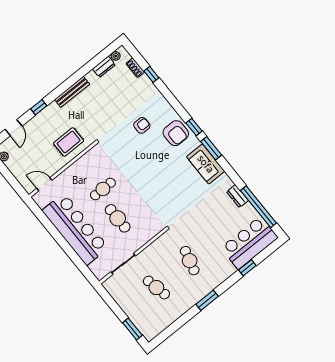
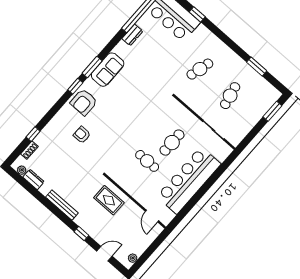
armchair: (176, 133) -> (84, 102), turned 180
window: (207, 300) -> (257, 66), moved

